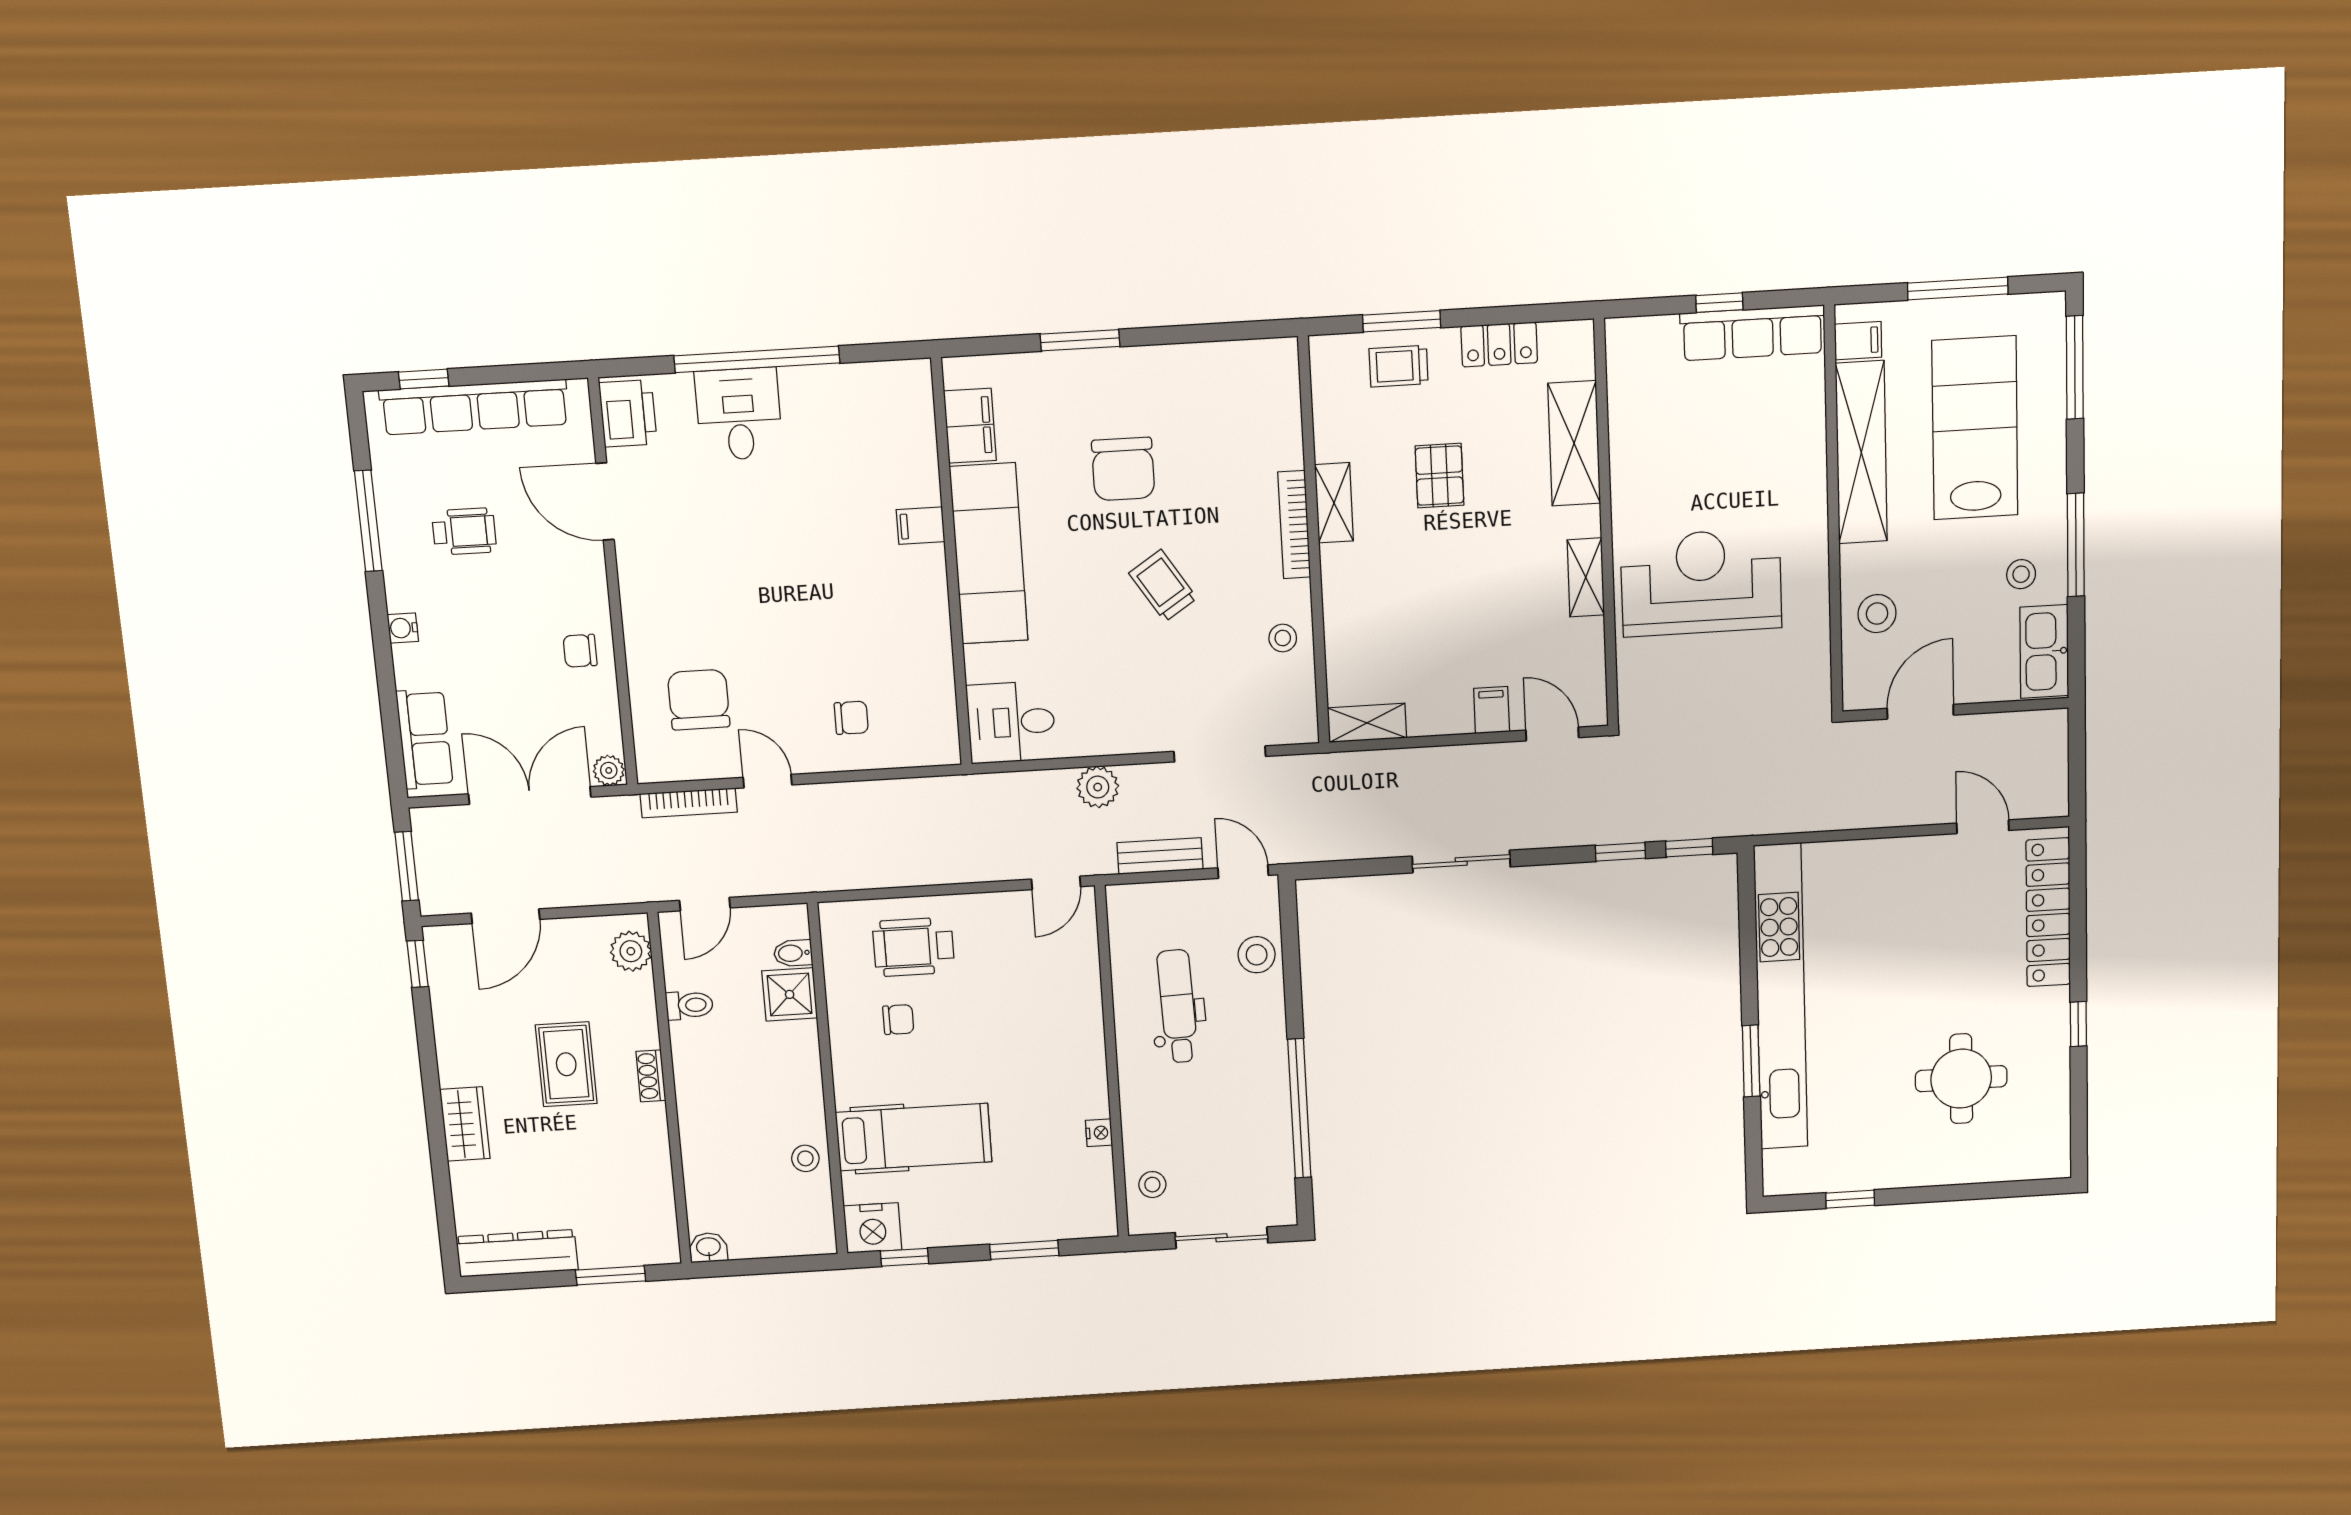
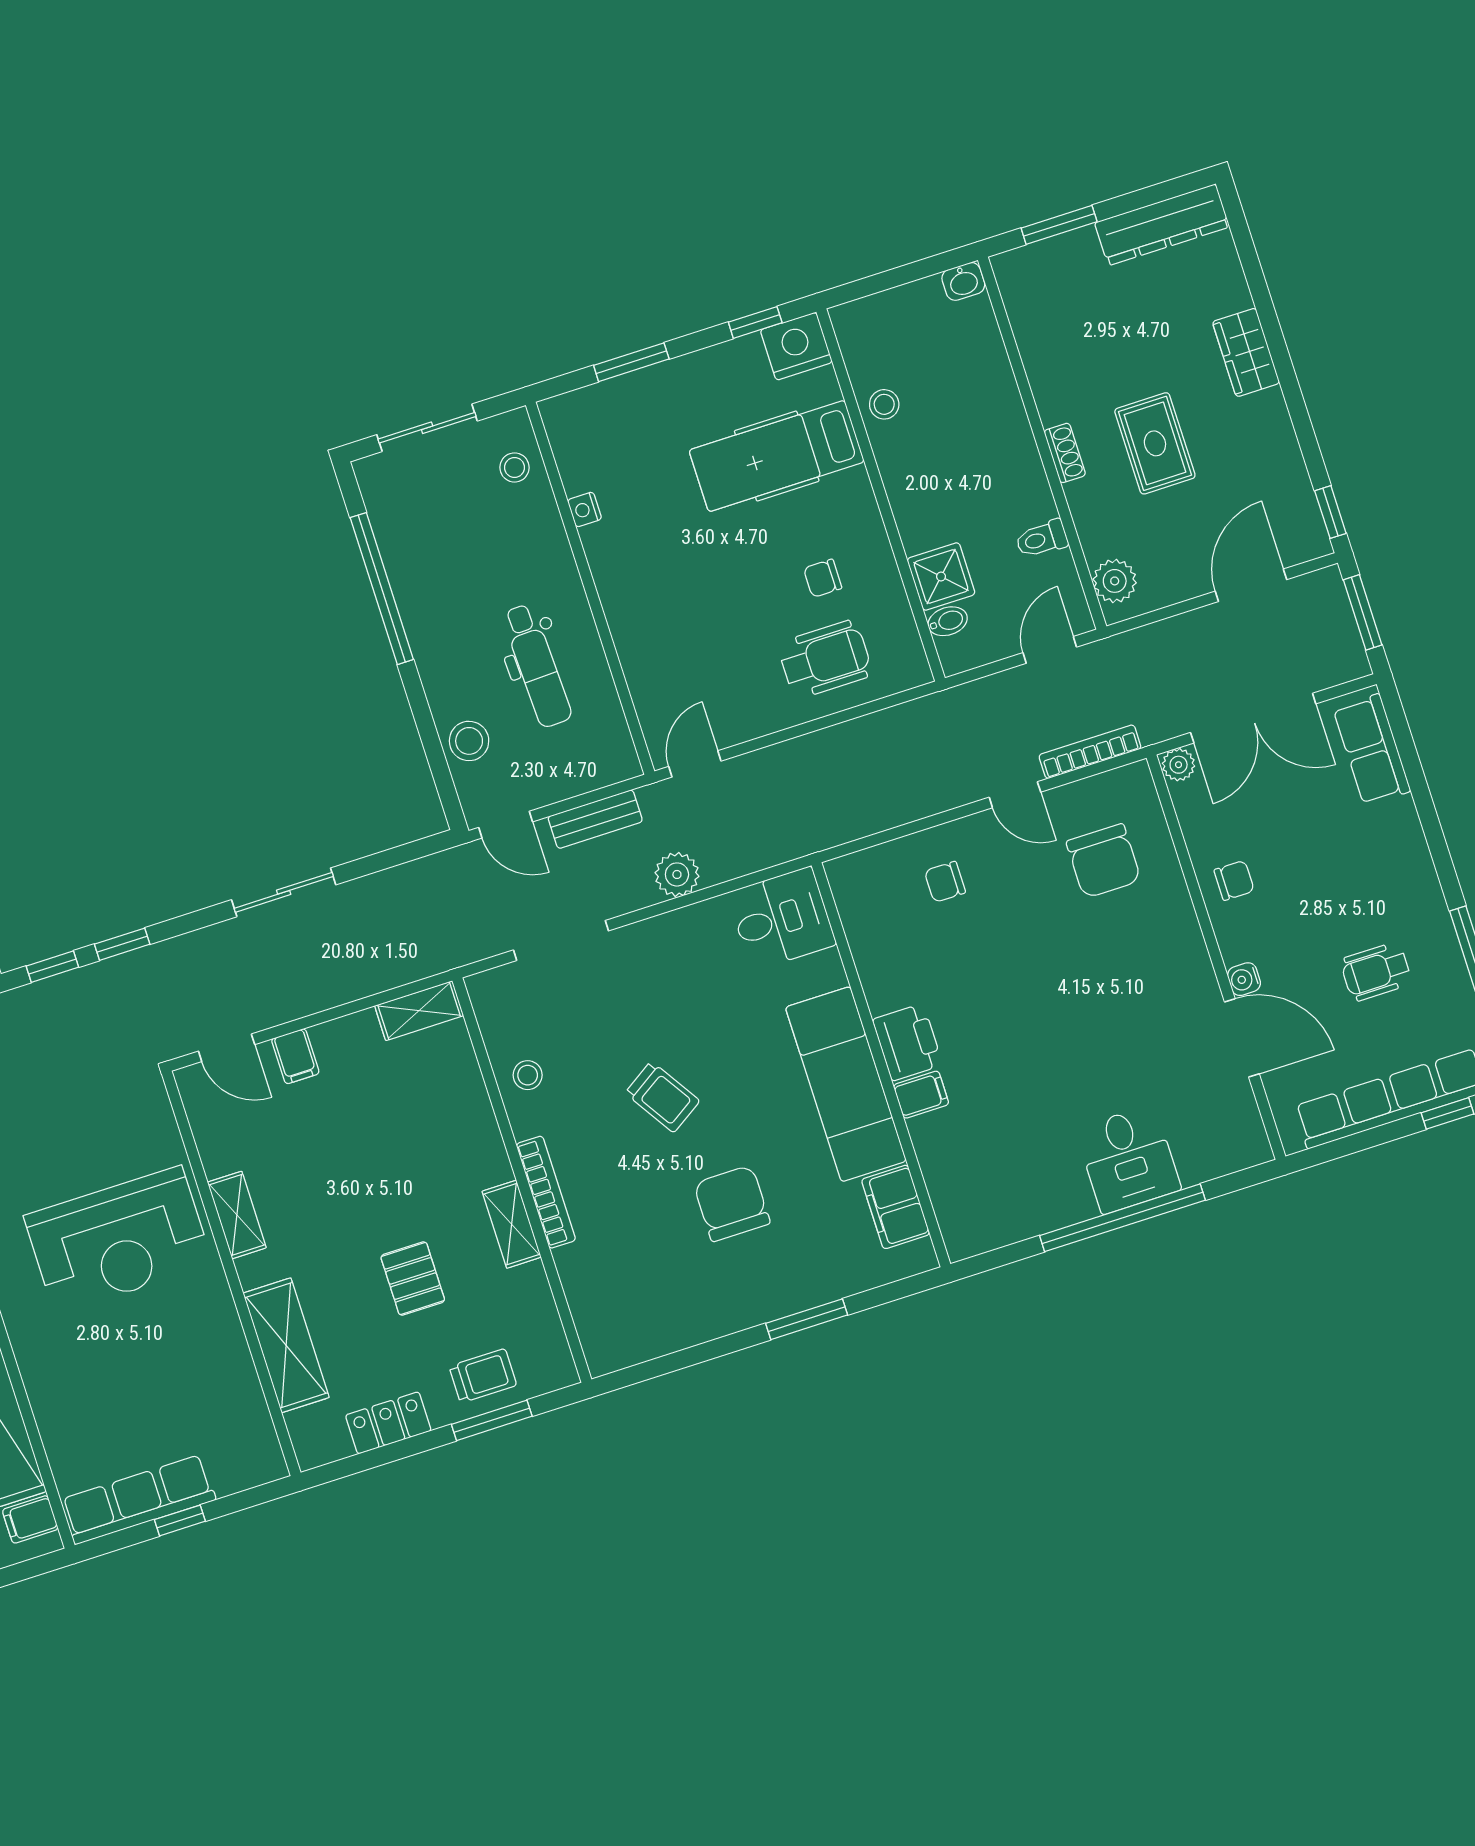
printer: (628, 413) -> (908, 1042), moved, turned 180
water cooler: (403, 628) -> (1244, 979), moved, turned 180

